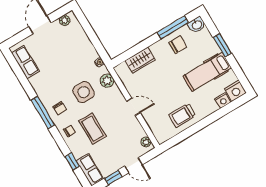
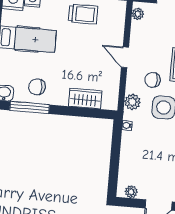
chair: (104, 105) -> (152, 80), added

